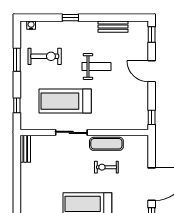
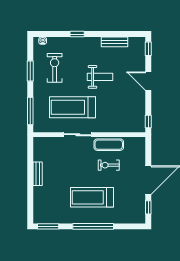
exercise bike: (45, 56) -> (55, 68), turned -90
window: (17, 105) -> (30, 111), width x2.17
bench: (25, 149) -> (38, 174), moved

